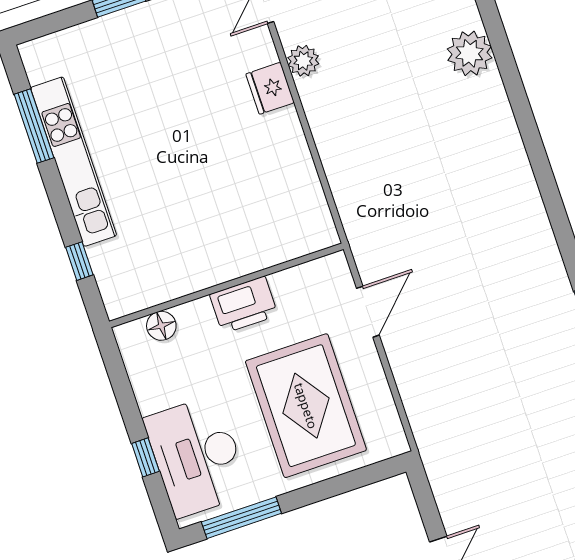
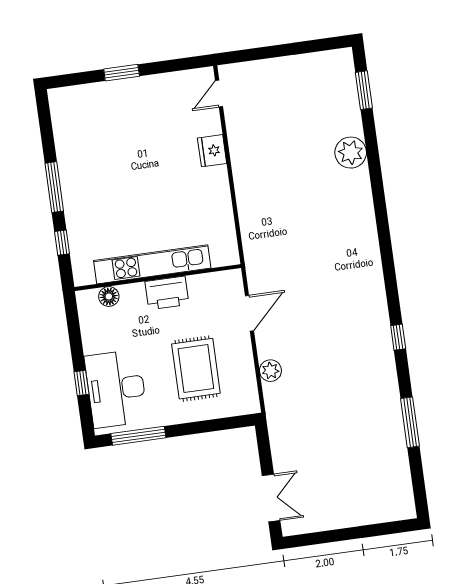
plant: (303, 61) -> (270, 371), moved
window: (34, 126) -> (54, 187), moved
kitchen unit: (74, 162) -> (152, 264), moved, turned -90
rug: (306, 406) -> (196, 369), width x0.73, depth x0.69

